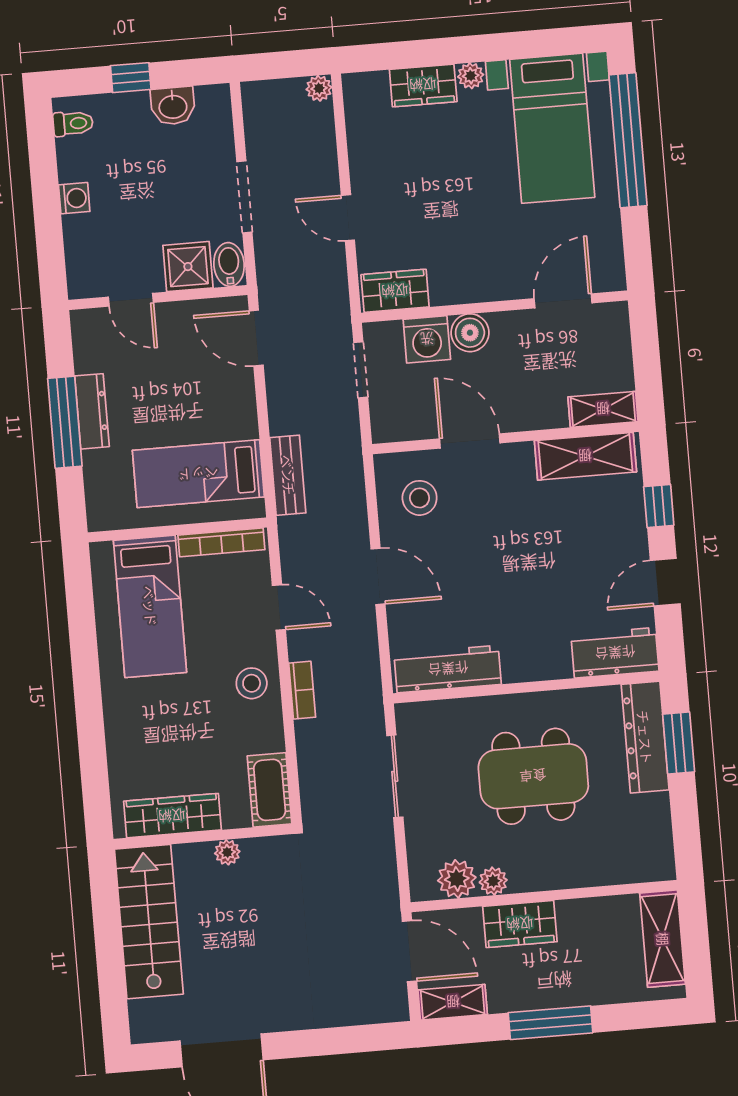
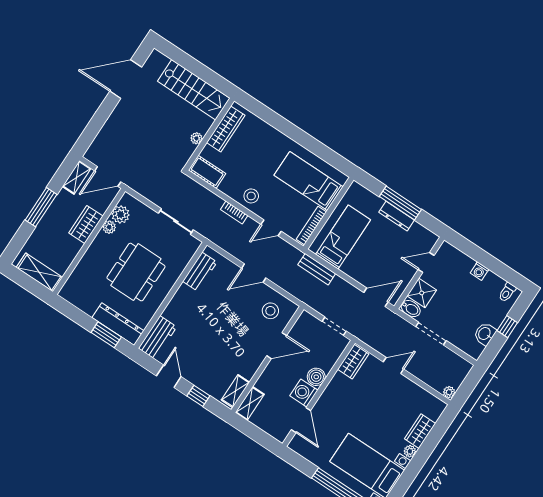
washing machine: (427, 339) -> (304, 393), moved
shelving: (585, 456) -> (235, 391), width x0.67, depth x0.75
workbench: (448, 669) -> (200, 272), width x0.73

